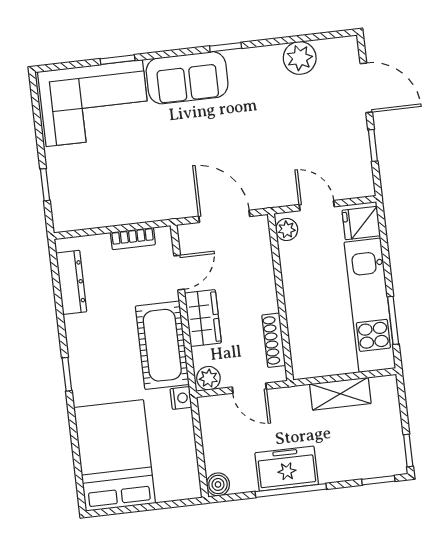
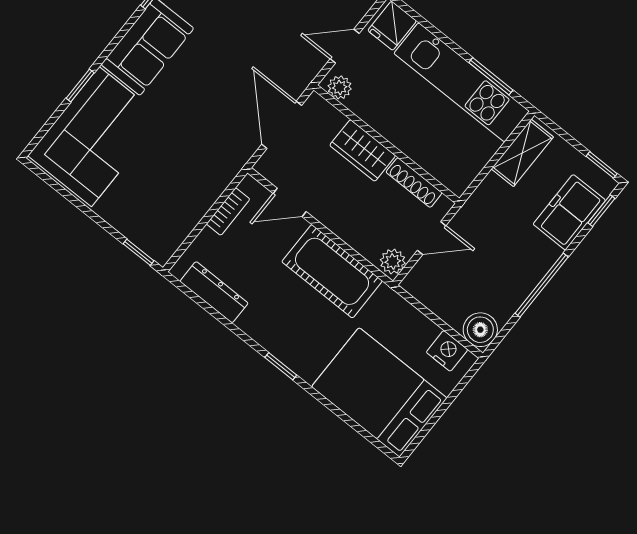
window: (45, 185) -> (139, 252), moved
door: (224, 216) -> (282, 125), hinge flipped
door: (179, 273) -> (290, 203), swing flipped
wardrobe: (203, 318) -> (363, 151), moved, turned 180
shelving: (340, 394) -> (522, 153), moved
nightstand: (181, 398) -> (447, 351), moved, width x1.39, depth x1.35
freezer: (287, 469) -> (569, 212), moved
boiler: (218, 484) -> (480, 330), width x1.36, depth x1.36

